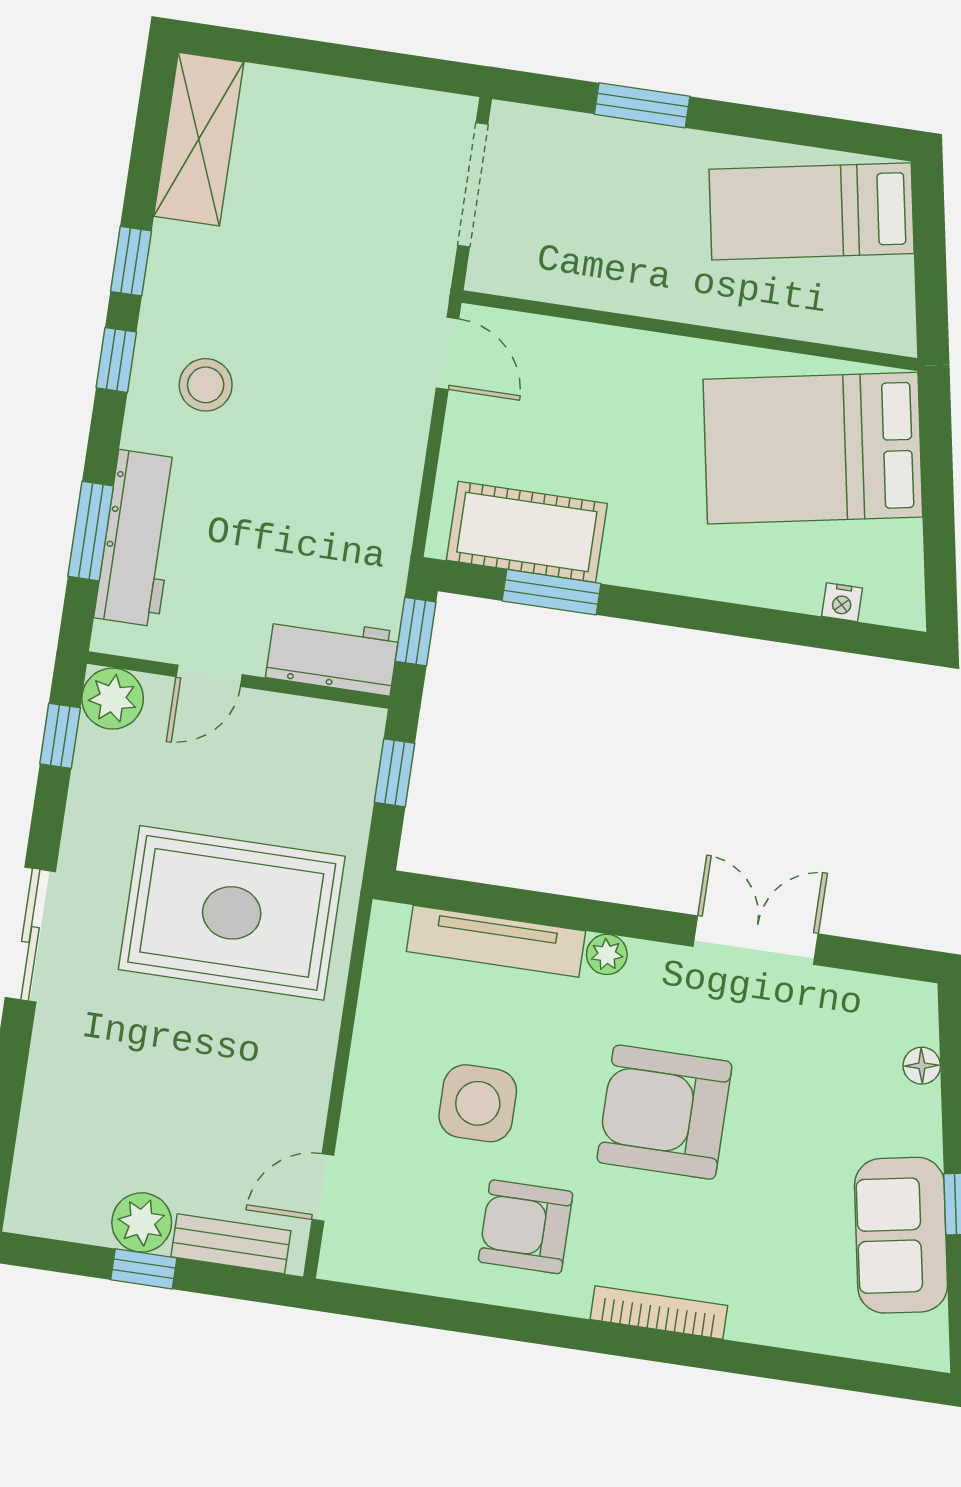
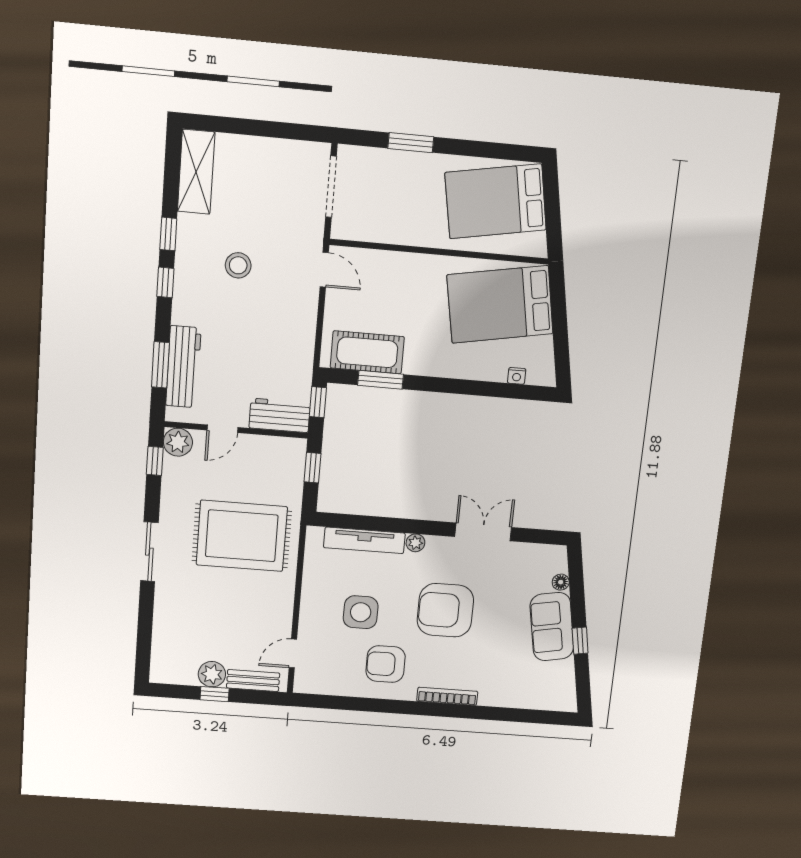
bed: (812, 211) -> (496, 201), width x1.50
stool: (206, 385) -> (238, 265), moved
sofa: (901, 1235) -> (552, 627), moved

